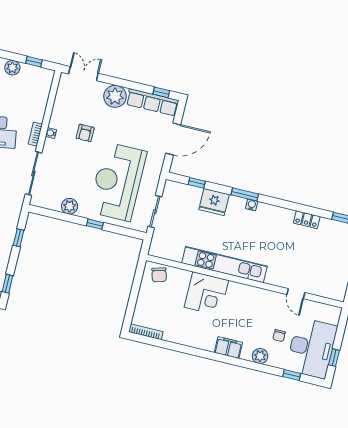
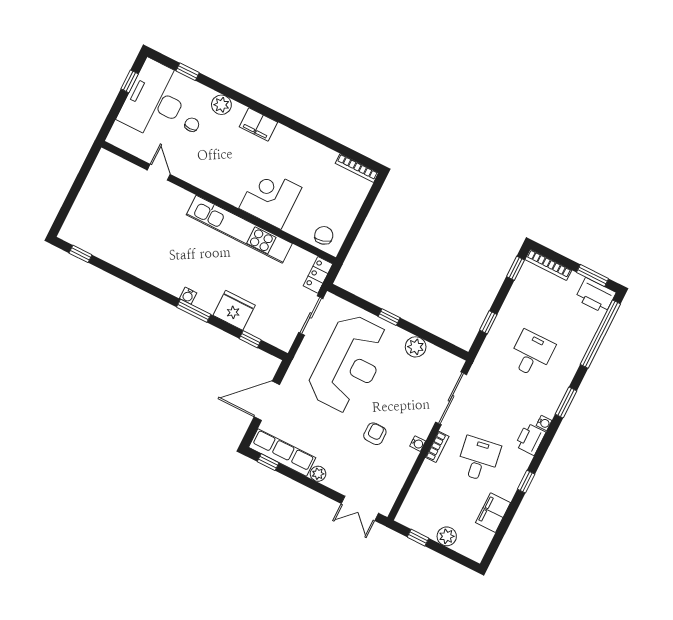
plant: (115, 96) -> (318, 474), width x0.53, depth x0.53
locker: (307, 220) -> (318, 275), moved, turned -90

